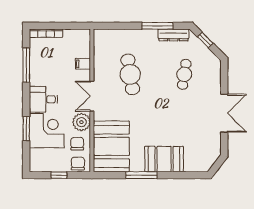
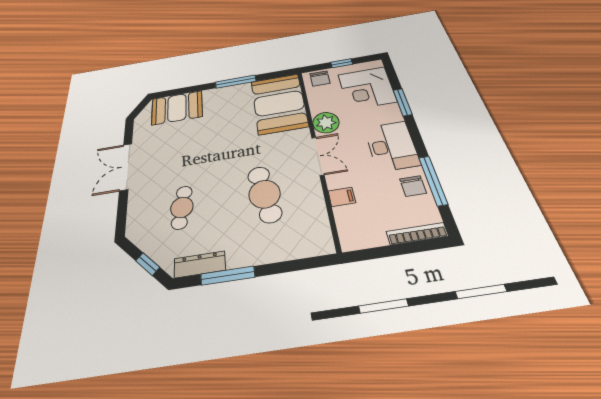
desk: (43, 99) -> (392, 146), width x1.37
corner desk: (47, 131) -> (367, 88), moved
chair: (77, 144) -> (413, 186), moved
booth: (164, 159) -> (177, 108), moved

